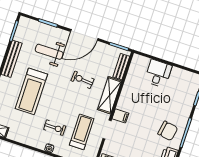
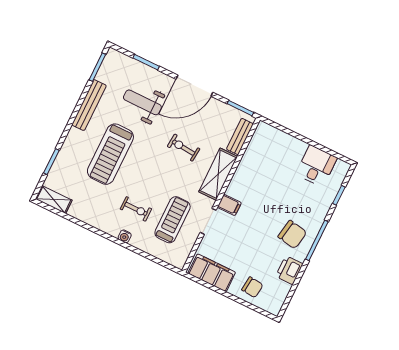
desk: (158, 73) -> (316, 166), moved

